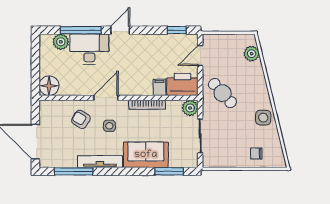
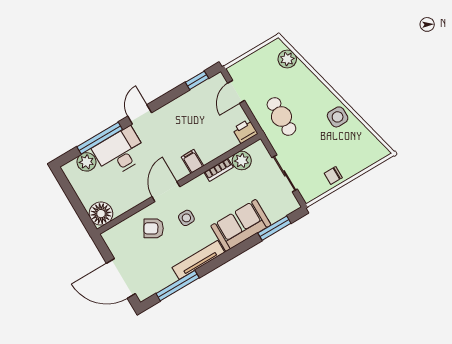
printer: (182, 84) -> (245, 131), width x0.53, depth x0.68
filing cabinet: (159, 87) -> (192, 161), moved
cafe table: (222, 93) -> (281, 116), turned 42
bookcase: (147, 105) -> (219, 170), width x0.64
plant: (190, 108) -> (242, 161), moved
chair: (256, 154) -> (333, 175), moved

